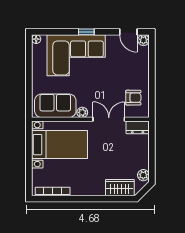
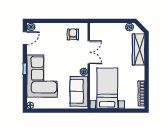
double door: (109, 119) -> (89, 52), swing flipped
dresser: (138, 127) -> (95, 31), removed
wardrobe: (120, 188) -> (139, 50), width x1.50

